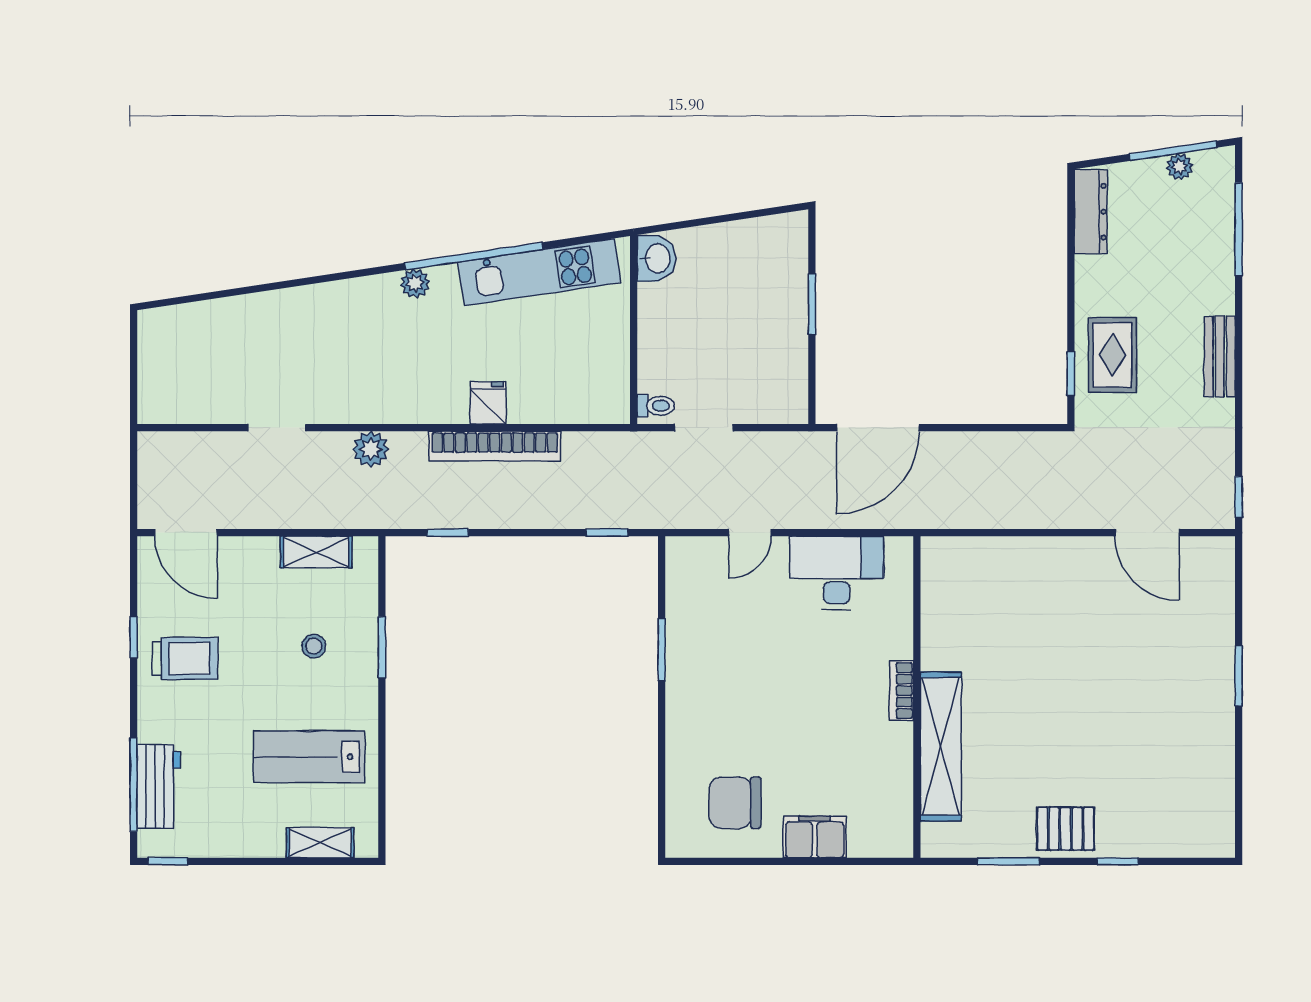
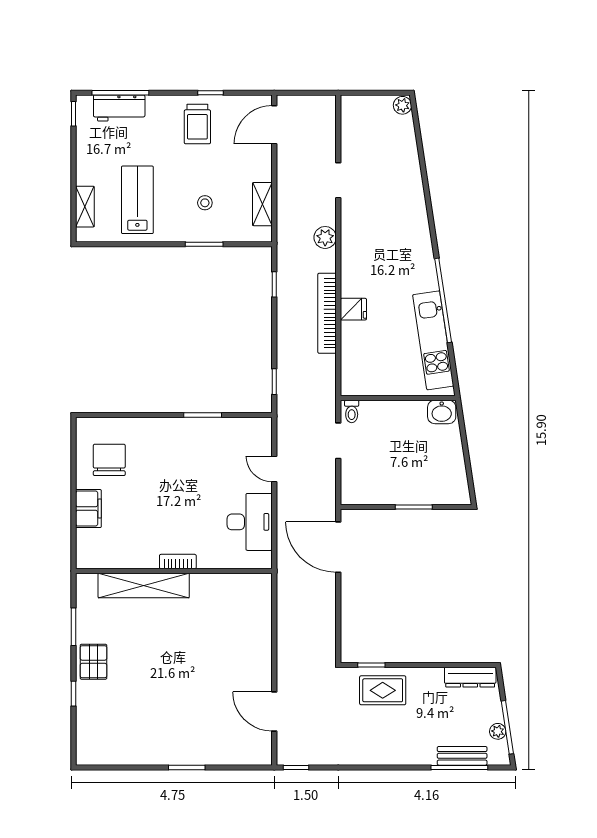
plant: (415, 283) -> (402, 105), moved
bench: (1220, 357) -> (462, 756), moved
door: (1147, 533) -> (274, 712), hinge flipped

